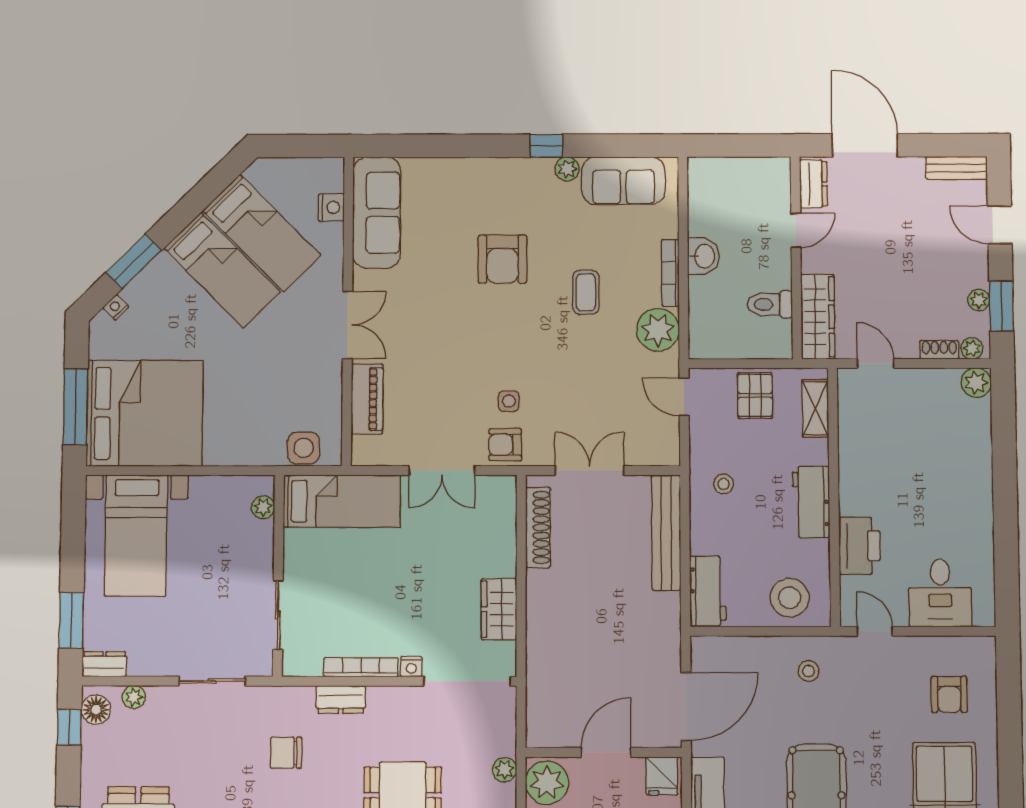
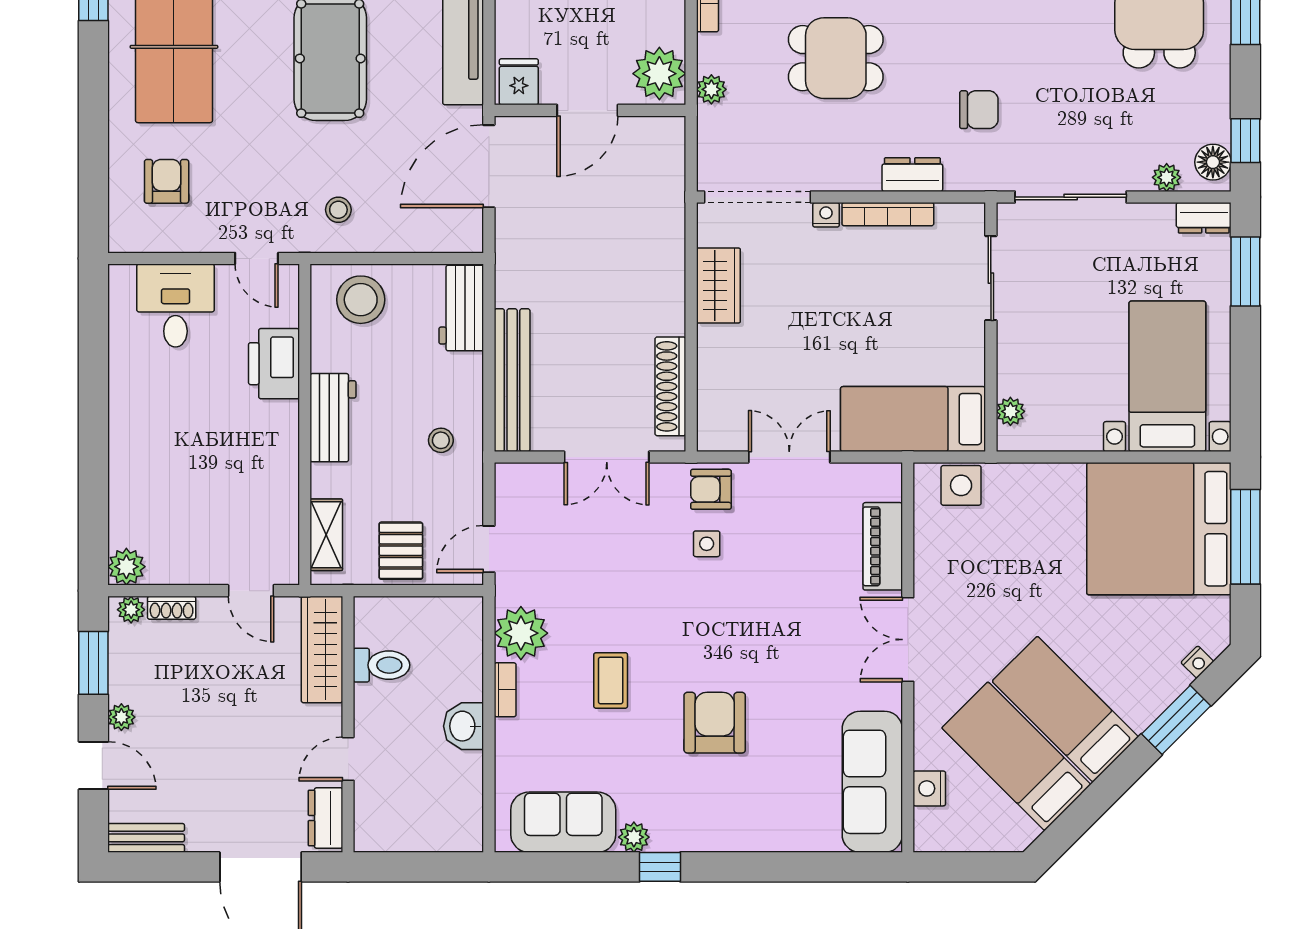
bookcase: (670, 273) -> (505, 690), width x0.64
plant: (979, 300) -> (121, 717), moved
door: (684, 397) -> (489, 549), swing flipped
armchair: (505, 445) -> (711, 489), turned 180
sliding door: (212, 681) -> (1071, 197), width x1.37

